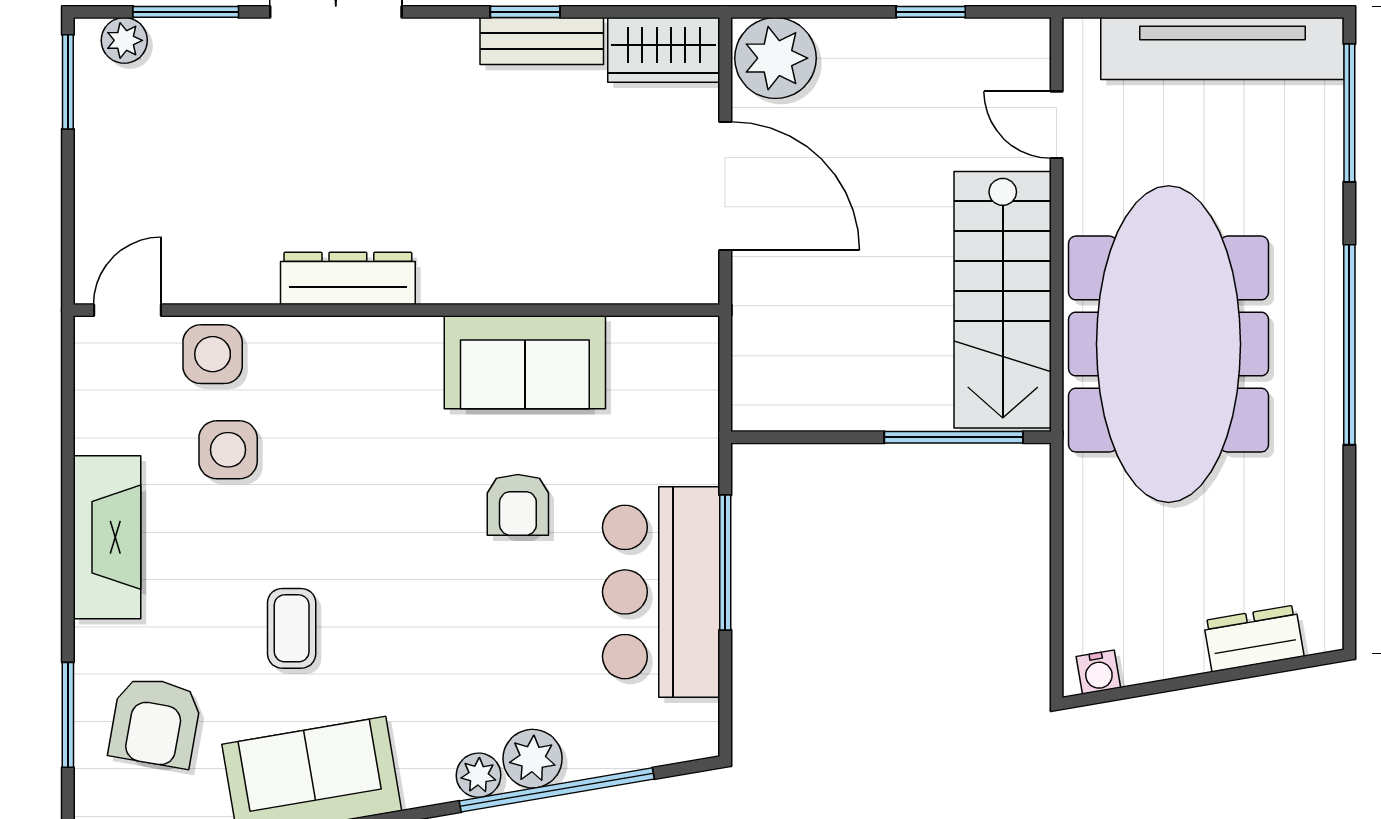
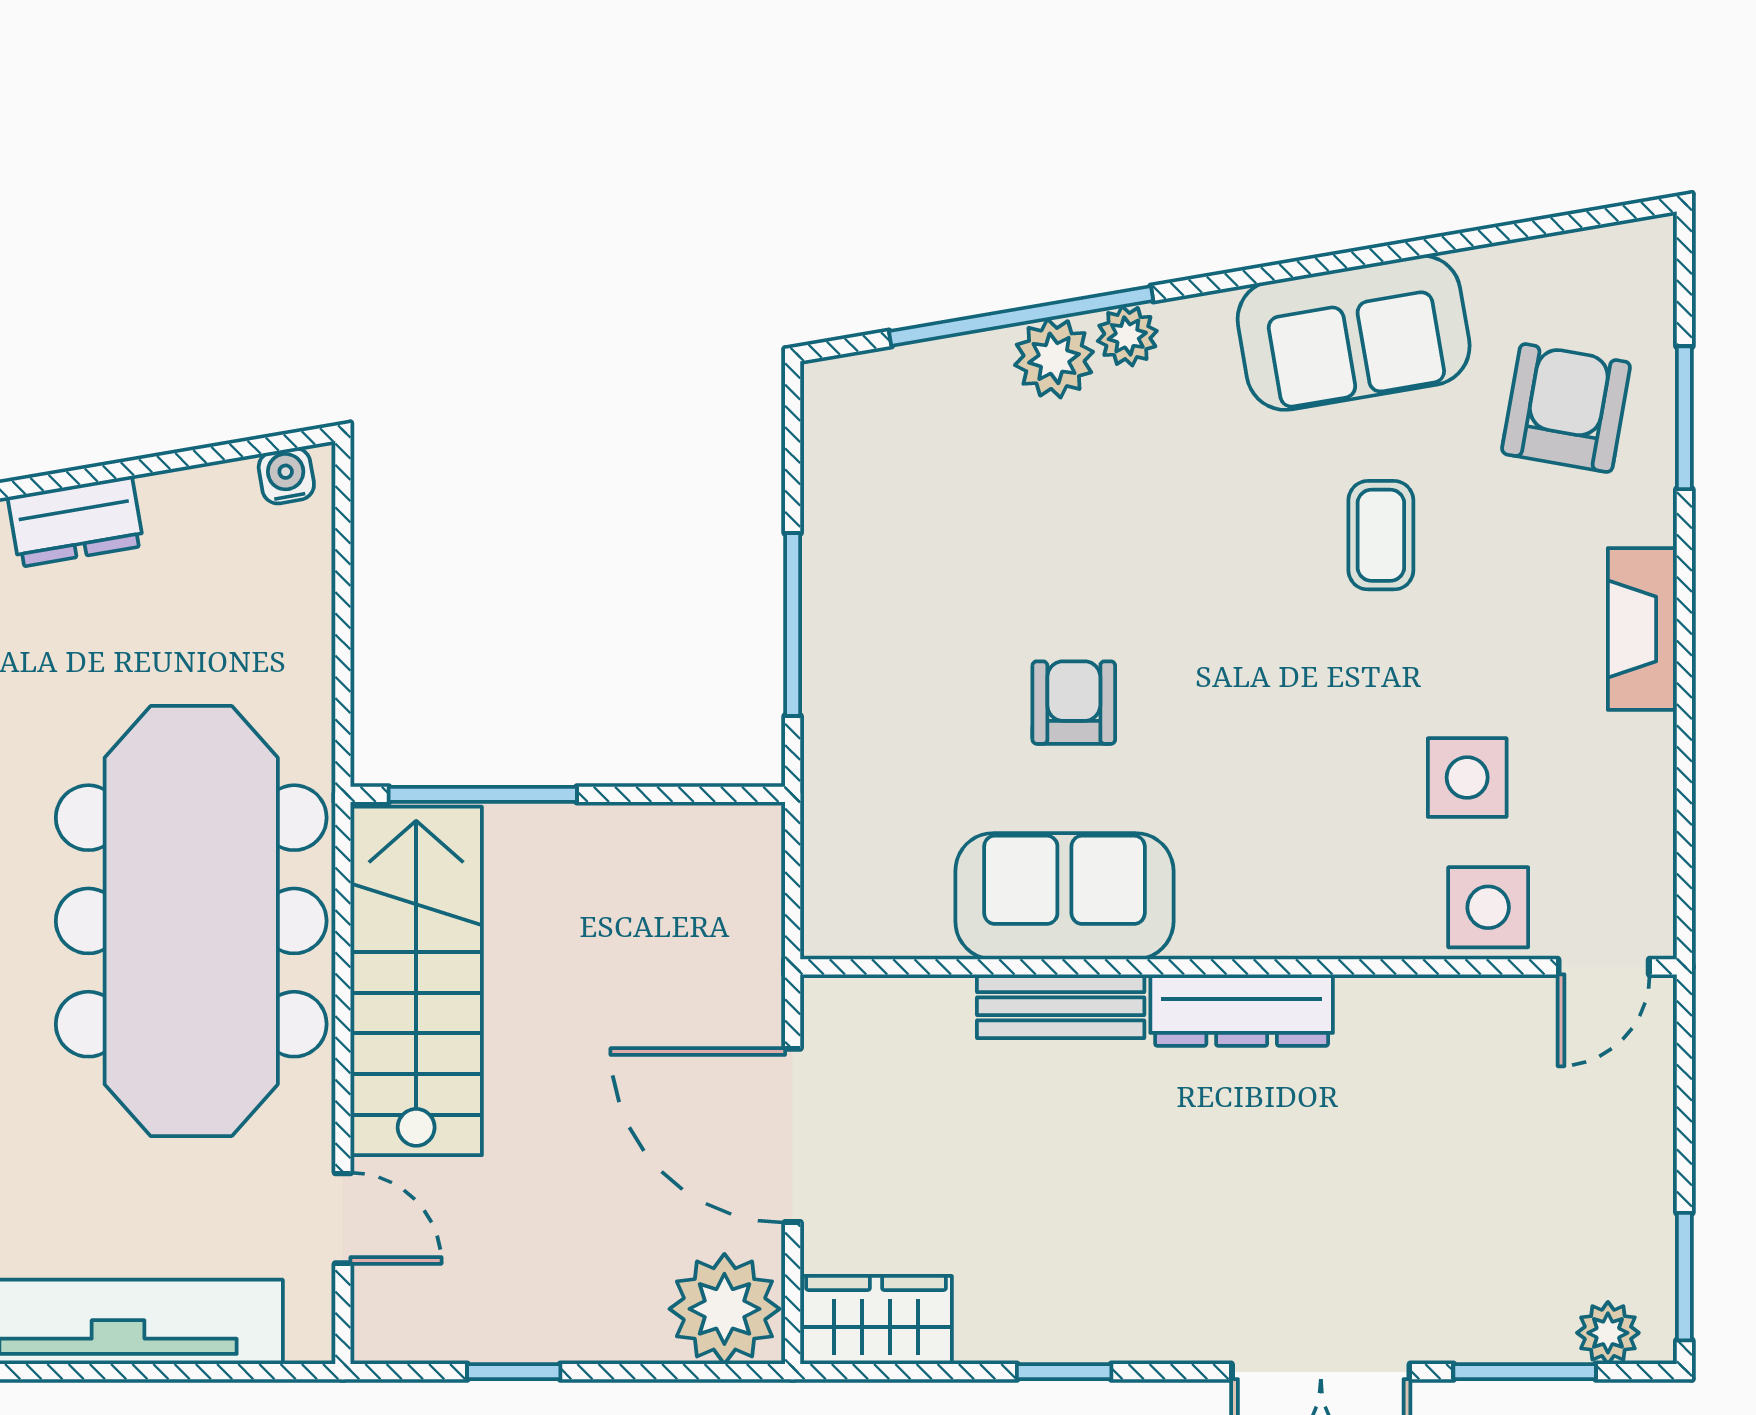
bench: (542, 41) -> (1061, 1006), moved
dresser: (348, 278) -> (1242, 1010), moved
fireplace: (107, 537) -> (1642, 629), width x0.73, depth x0.76
bar counter: (661, 592) -> (879, 585), removed

